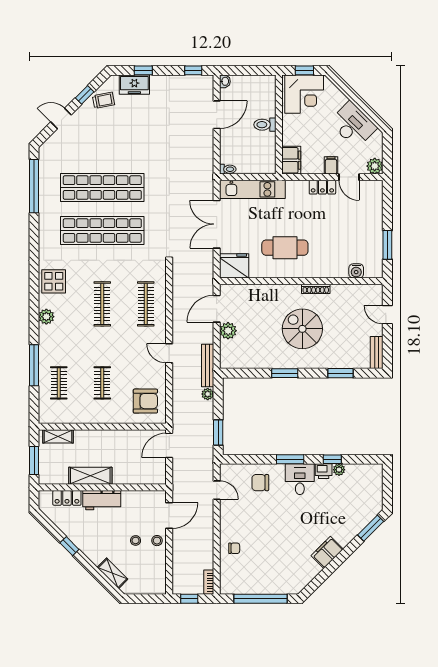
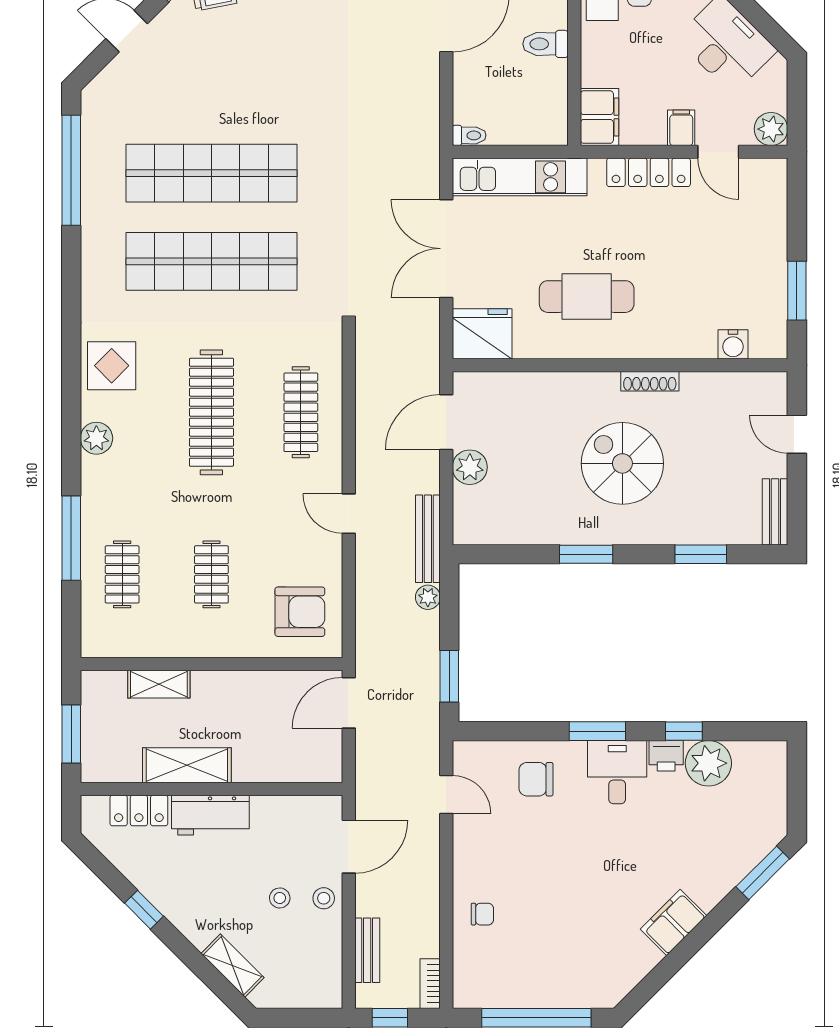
locker: (322, 187) -> (649, 172), width x1.53
clothes rail: (102, 304) -> (211, 412), width x1.37, depth x1.31
shelving: (58, 436) -> (159, 684), moved
plant: (339, 470) -> (708, 763), width x1.88, depth x1.88
bench: (178, 566) -> (367, 950), added

